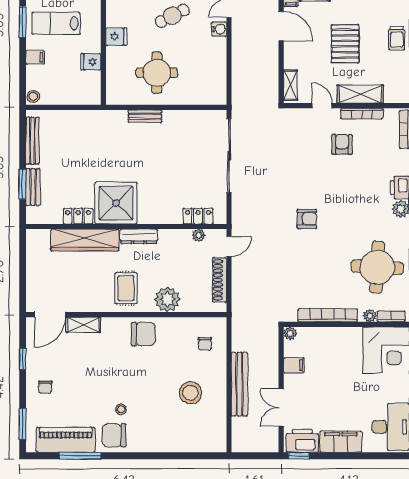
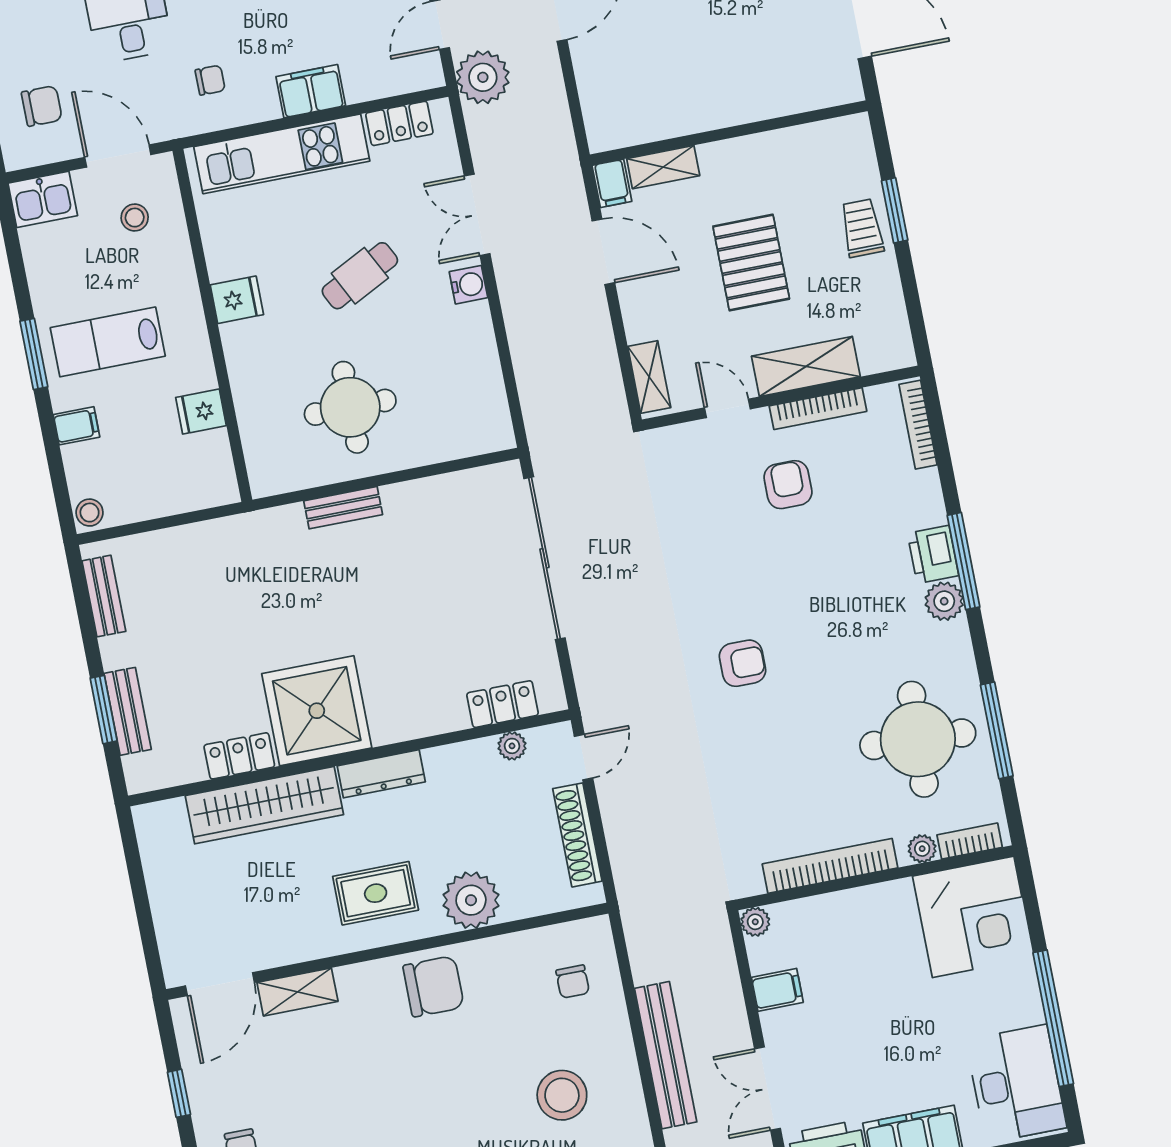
fridge: (116, 37) -> (237, 300), moved
trolley: (397, 38) -> (862, 228), turned 180
bench: (32, 141) -> (104, 596), width x0.73
rug: (126, 288) -> (376, 893), turned 90

